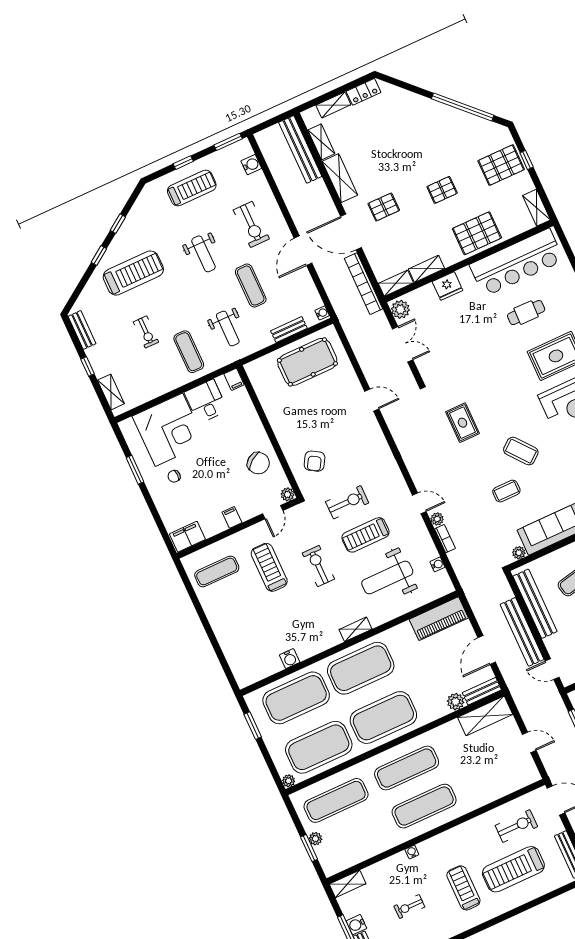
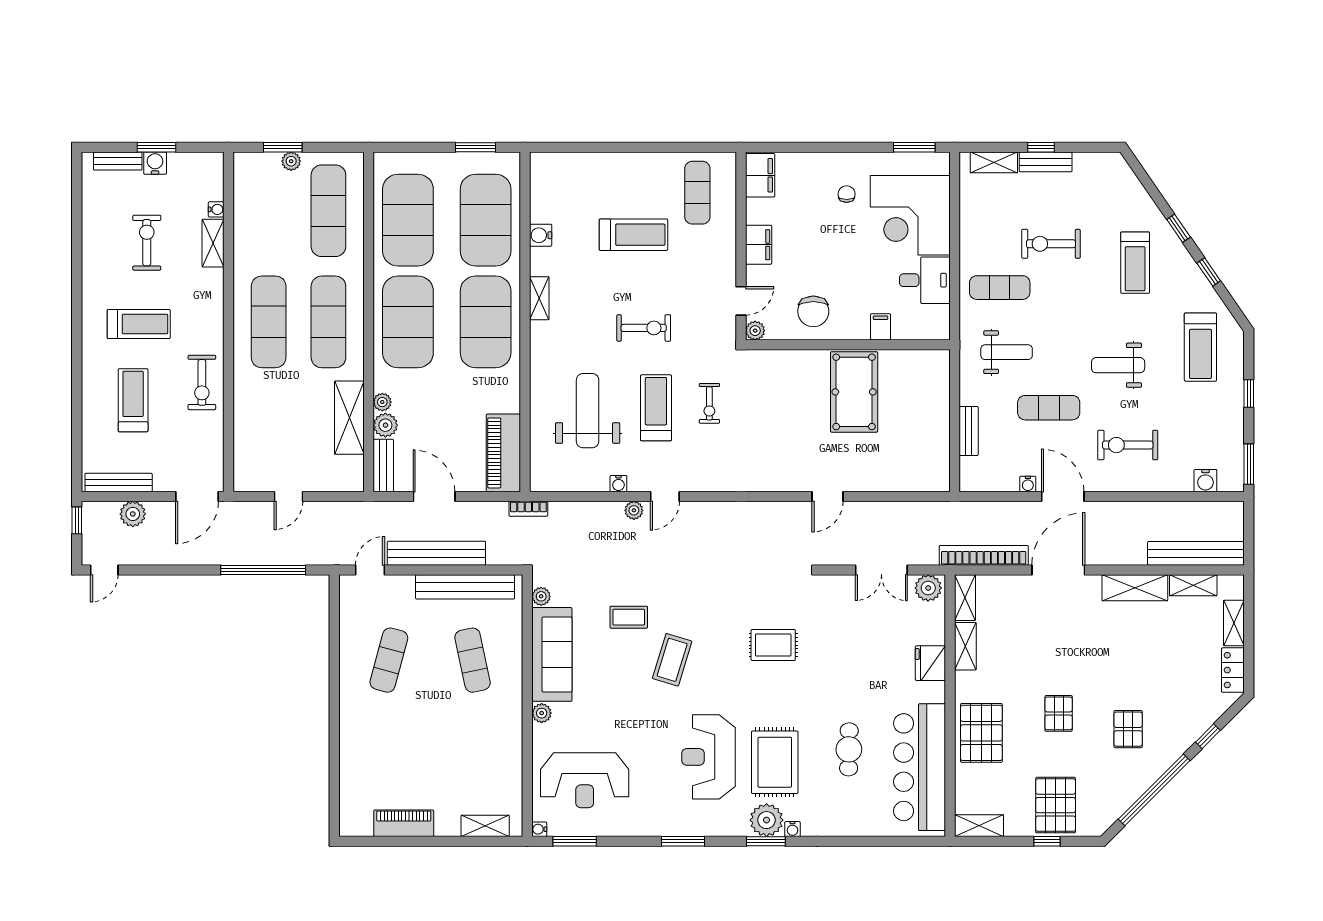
window: (413, 88) -> (1208, 736), added
treadmill: (192, 188) -> (1200, 347), moved
pallet: (384, 207) -> (1128, 729), moved
treadmill: (133, 273) -> (1135, 263), width x0.73, depth x0.73
water cooler: (322, 313) -> (1028, 484), moved
weight bench: (228, 329) -> (1007, 352), turned 180
bench: (82, 330) -> (1046, 162), moved
exercise bike: (146, 332) -> (1051, 244), width x1.38, depth x1.39
pool table: (307, 362) -> (854, 392), moved
filing cabinet: (234, 379) -> (881, 327), moved, turned 90
rug: (462, 423) -> (773, 645), moved
coffee table: (521, 451) -> (672, 660), turned -34
armchair: (315, 461) -> (782, 386), removed
chair: (258, 463) -> (813, 311), turned -54
window: (135, 470) -> (914, 147), moved
coffee table: (506, 491) -> (629, 617), turned 90
exercise bike: (347, 502) -> (709, 403), width x0.73, depth x0.72
door: (273, 512) -> (741, 301), swing flipped
filing cabinet: (232, 517) -> (759, 245), width x2.00
bookcase: (445, 539) -> (528, 509), moved
water cooler: (437, 564) -> (618, 484), moved
treadmill: (269, 567) -> (633, 235), moved
shelving: (356, 629) -> (539, 298), moved
shelving: (485, 716) -> (349, 418), moved
plant: (289, 781) -> (382, 402), moved
exercise bike: (516, 826) -> (202, 382), moved
water cooler: (412, 852) -> (216, 209), moved
treadmill: (513, 869) -> (133, 400), width x0.73, depth x0.73
shelving: (348, 884) -> (213, 243), moved
exercise bike: (409, 907) -> (147, 243), width x1.38, depth x1.39

